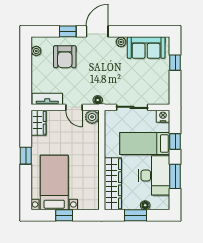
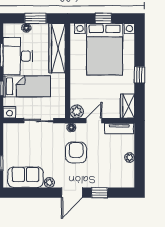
plant: (36, 51) -> (130, 158), moved
armchair: (65, 57) -> (76, 153), moved
door: (74, 107) -> (94, 121), hinge flipped
bed with nightstands: (54, 183) -> (105, 49), width x1.36

